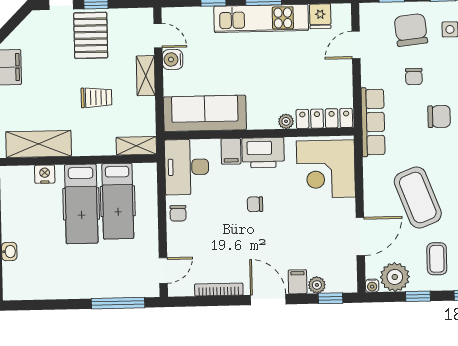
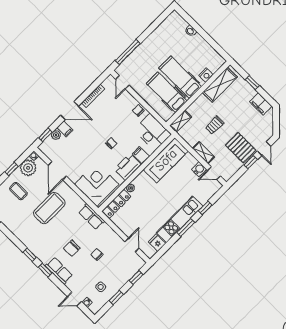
chair: (411, 30) -> (116, 272), removed
row of seats: (373, 122) -> (91, 217), width x0.68
coffee table: (418, 197) -> (49, 208), turned -69

